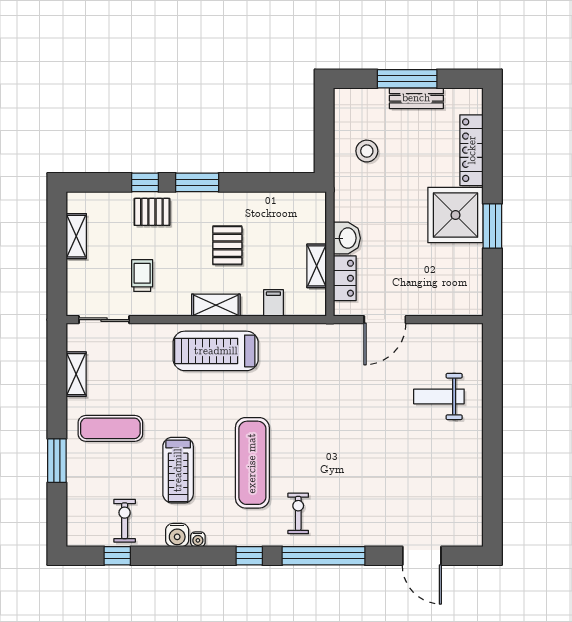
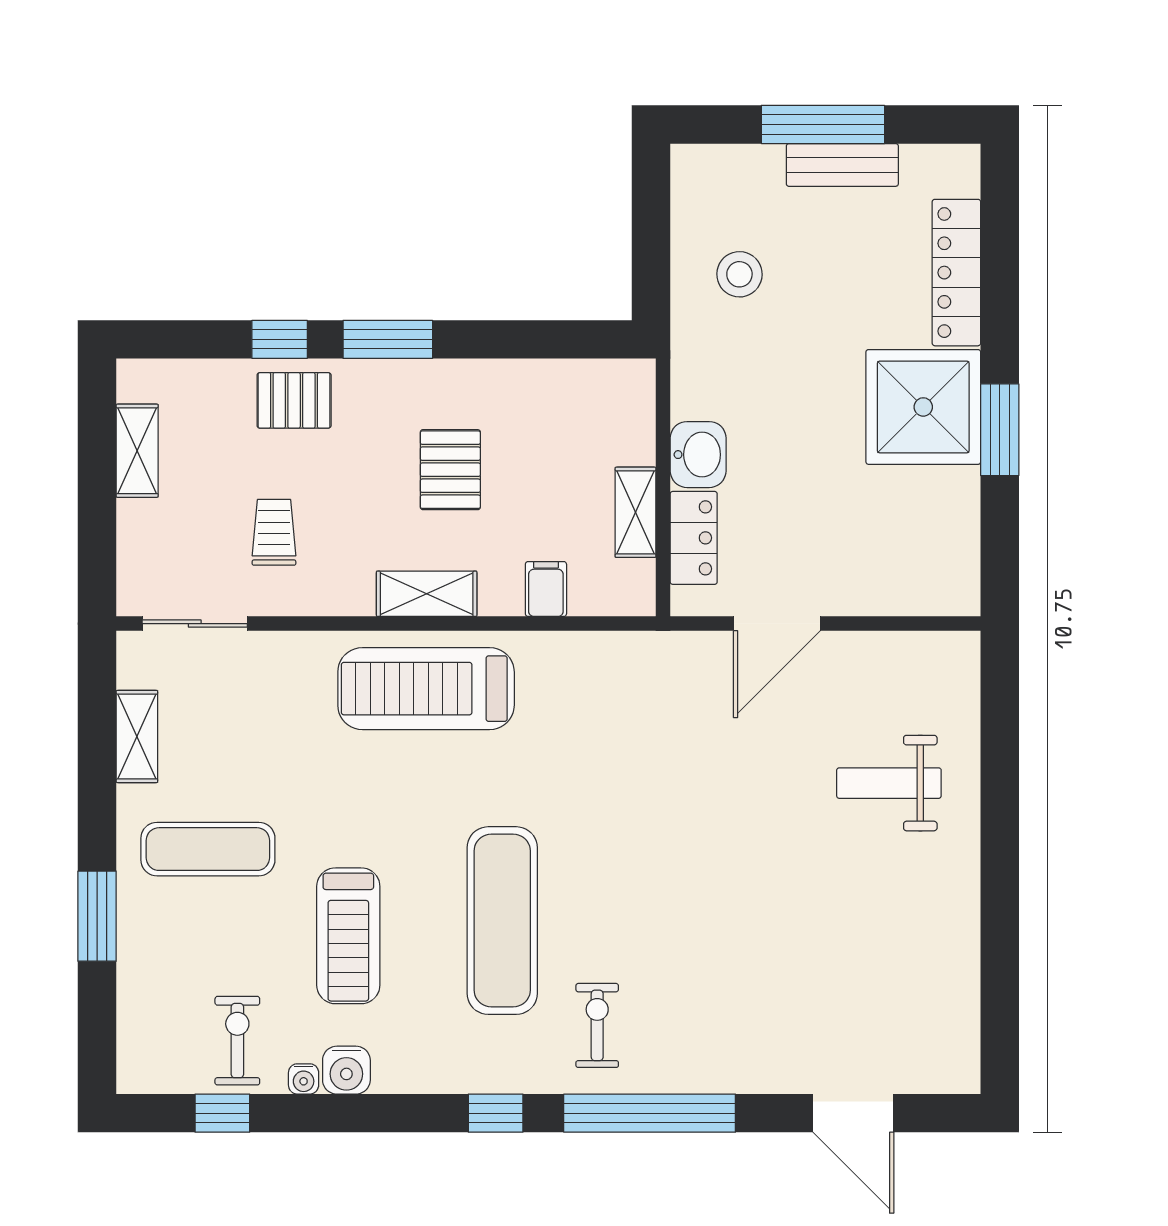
water cooler: (198, 539) -> (304, 1079), moved

